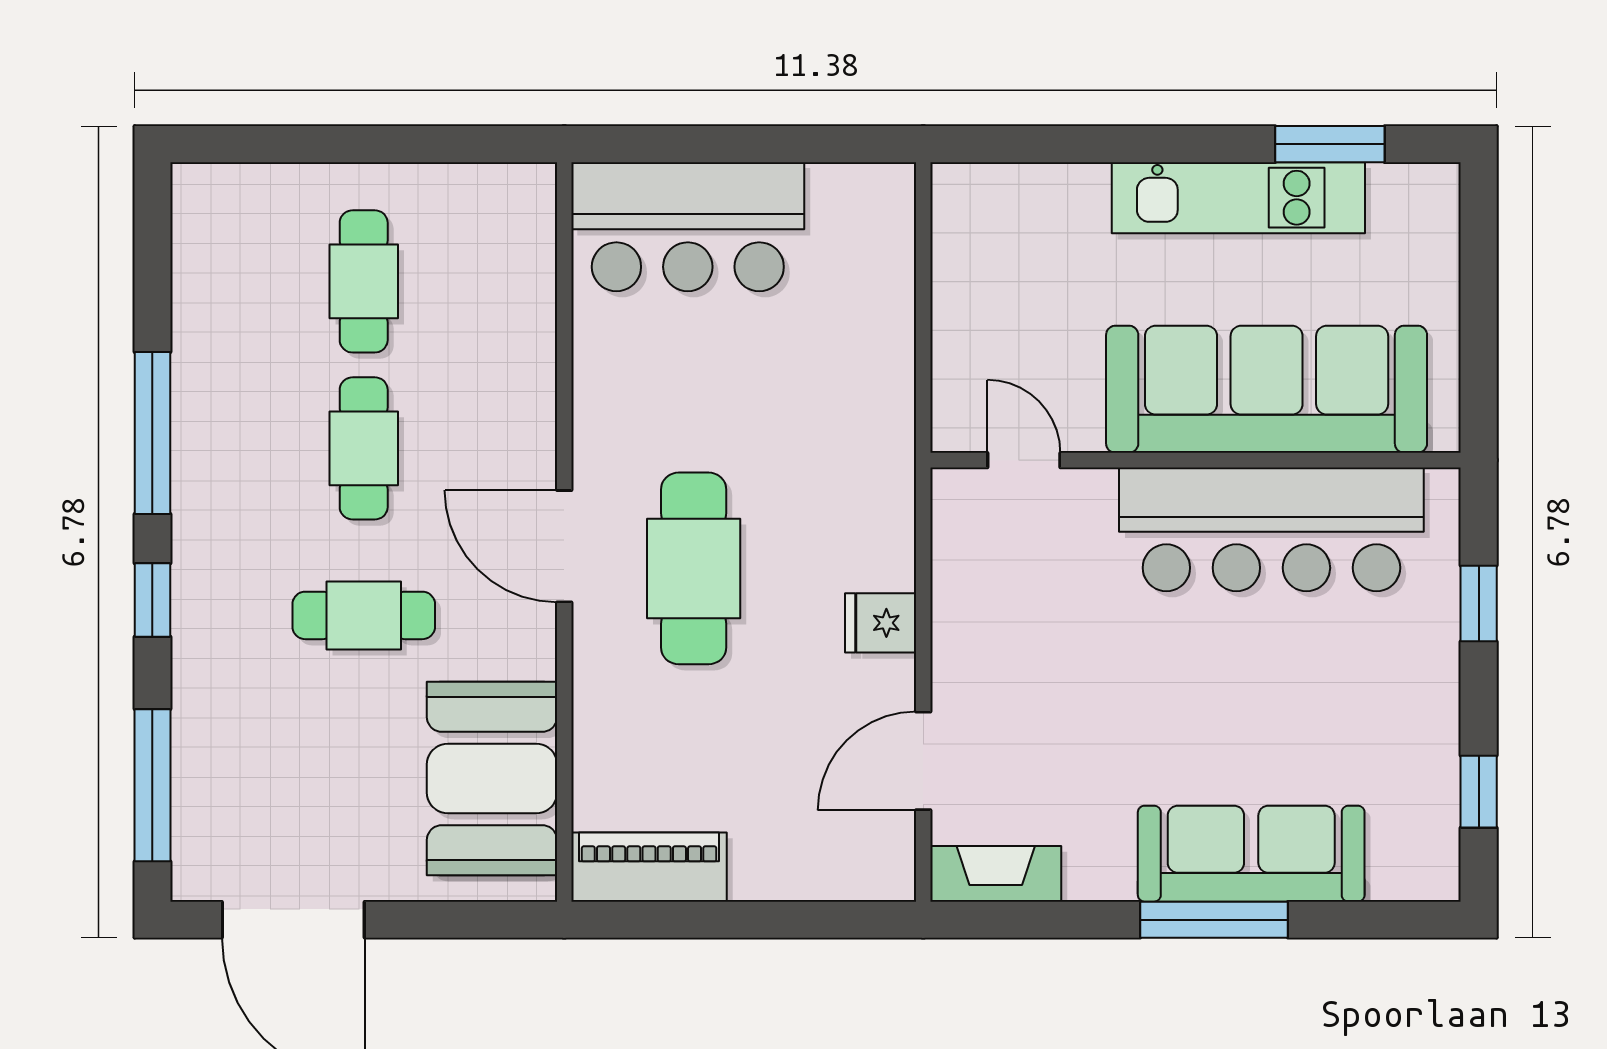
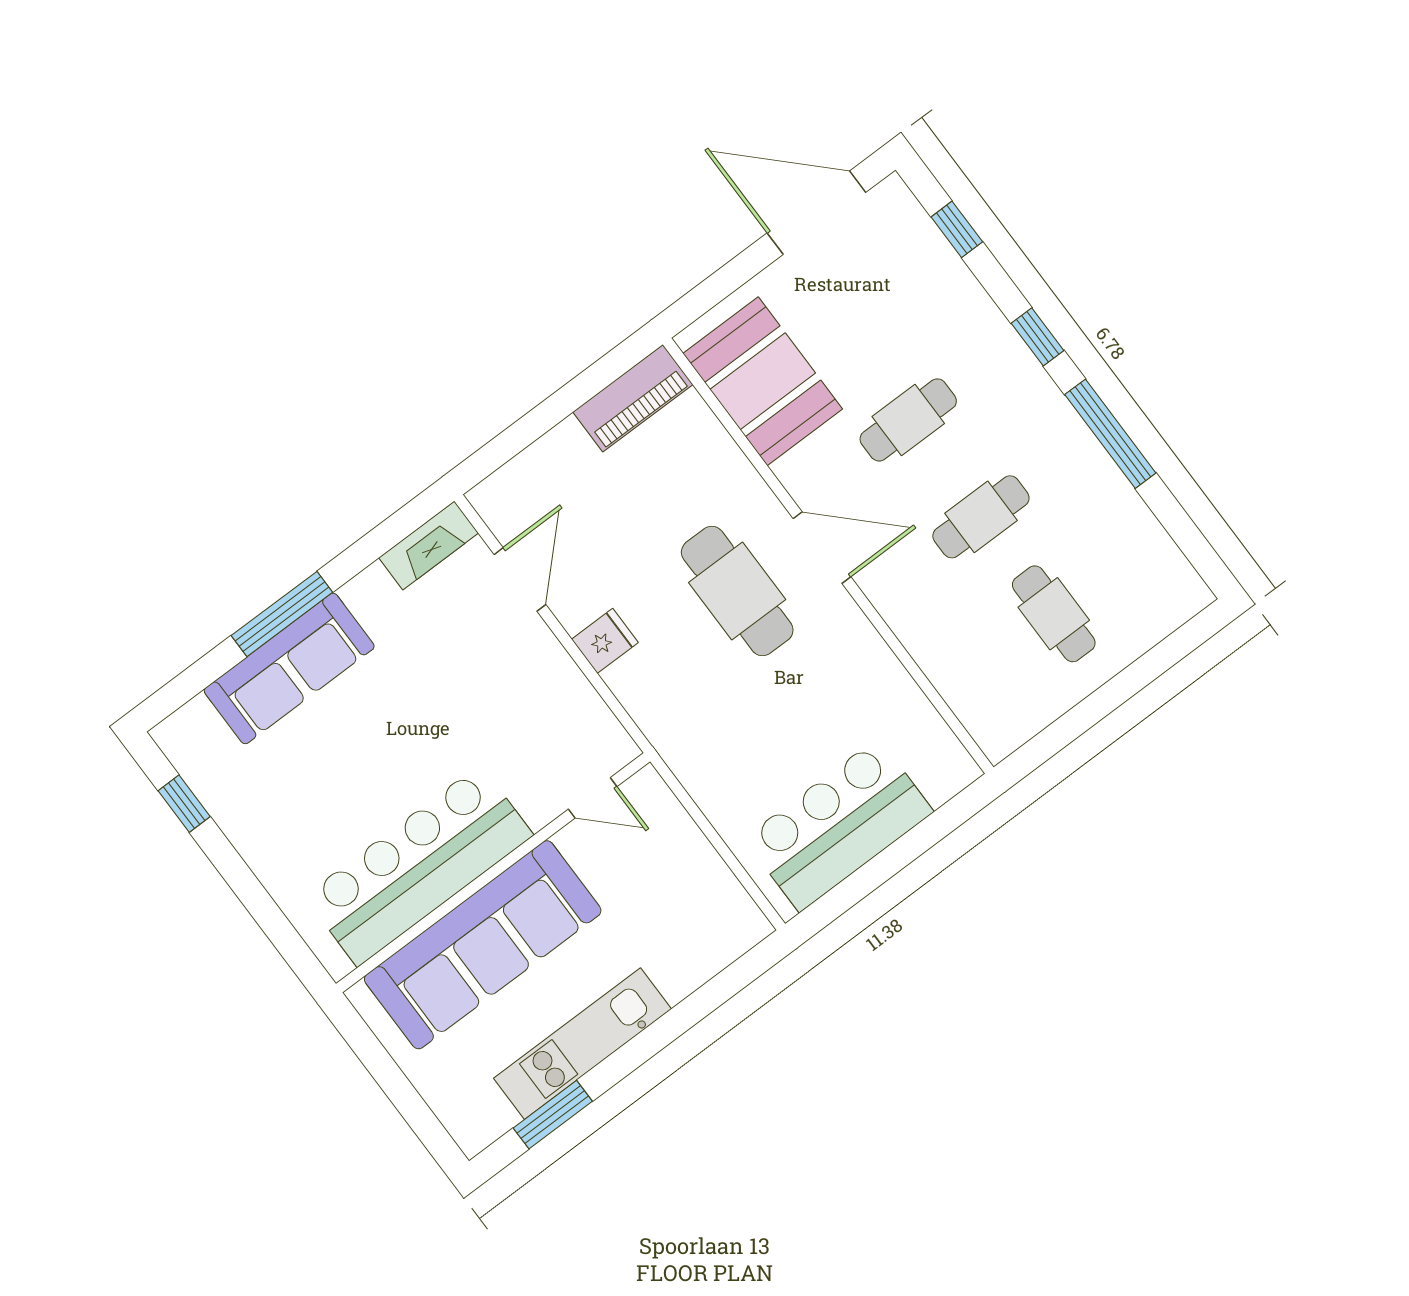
bar counter: (688, 227) -> (839, 825), moved
cafe table: (364, 448) -> (981, 517), turned 90
window: (1479, 603) -> (266, 913), removed
window: (152, 785) -> (957, 229), width x0.46

